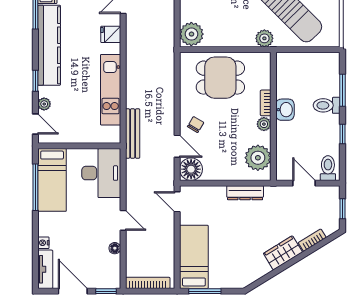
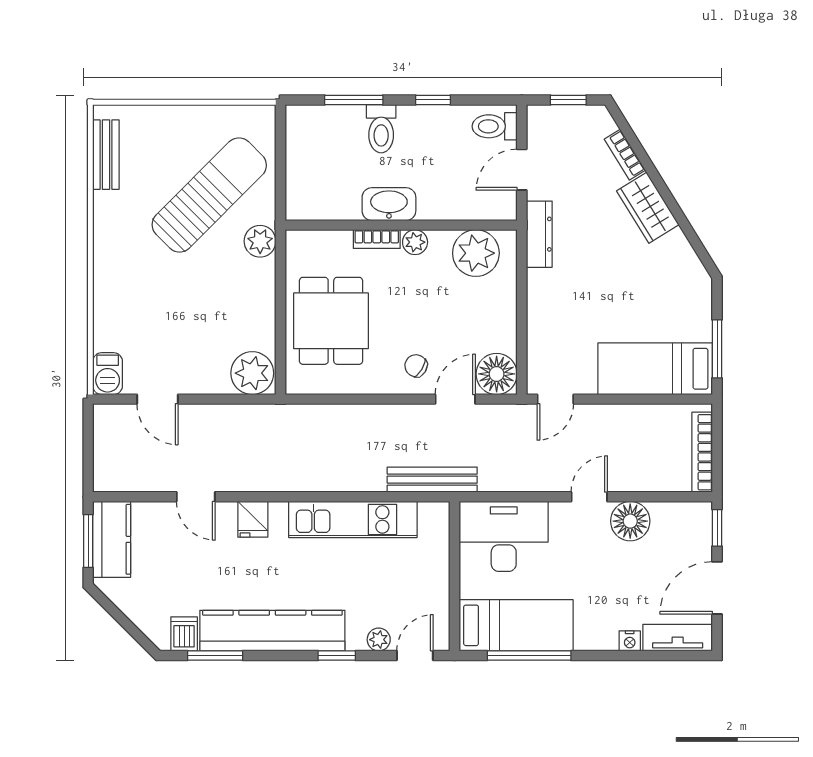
washbasin: (285, 110) -> (389, 204), width x1.38
dresser: (245, 193) -> (539, 234), moved
floor lamp: (115, 248) -> (630, 521), width x1.89, depth x1.89

